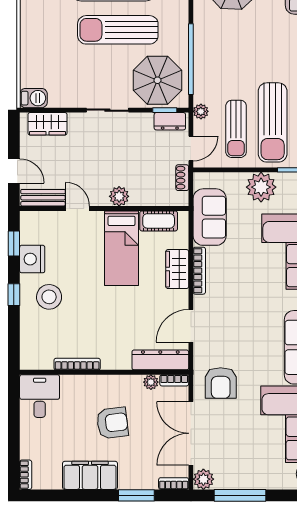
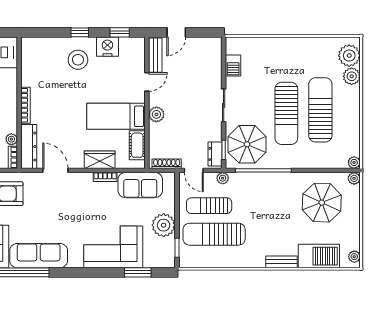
sun lounger: (118, 30) -> (286, 113), turned 180
barbecue: (33, 98) -> (233, 66), moved
wardrobe: (48, 124) -> (213, 59), removed
shoe rack: (182, 178) -> (167, 164), width x1.43
bookcase: (199, 271) -> (105, 177), width x0.64
bookcase: (77, 364) -> (26, 105), moved

